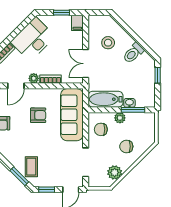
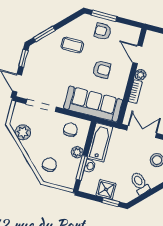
shower: (147, 82) -> (106, 189), added
armchair: (38, 115) -> (102, 69), turned -90
chair: (126, 146) -> (49, 165), moved
coffee table: (31, 167) -> (72, 45), moved

